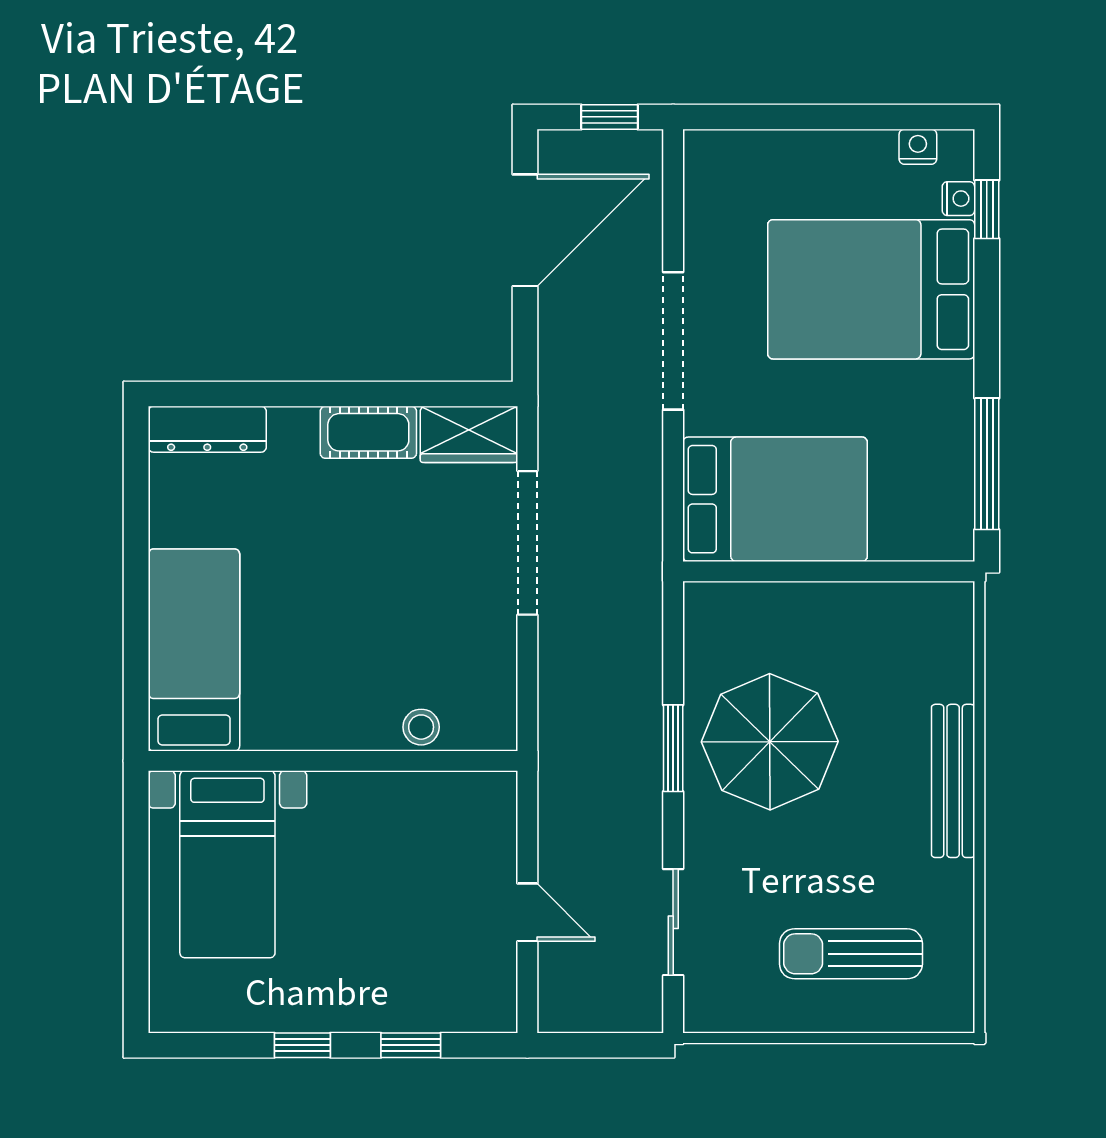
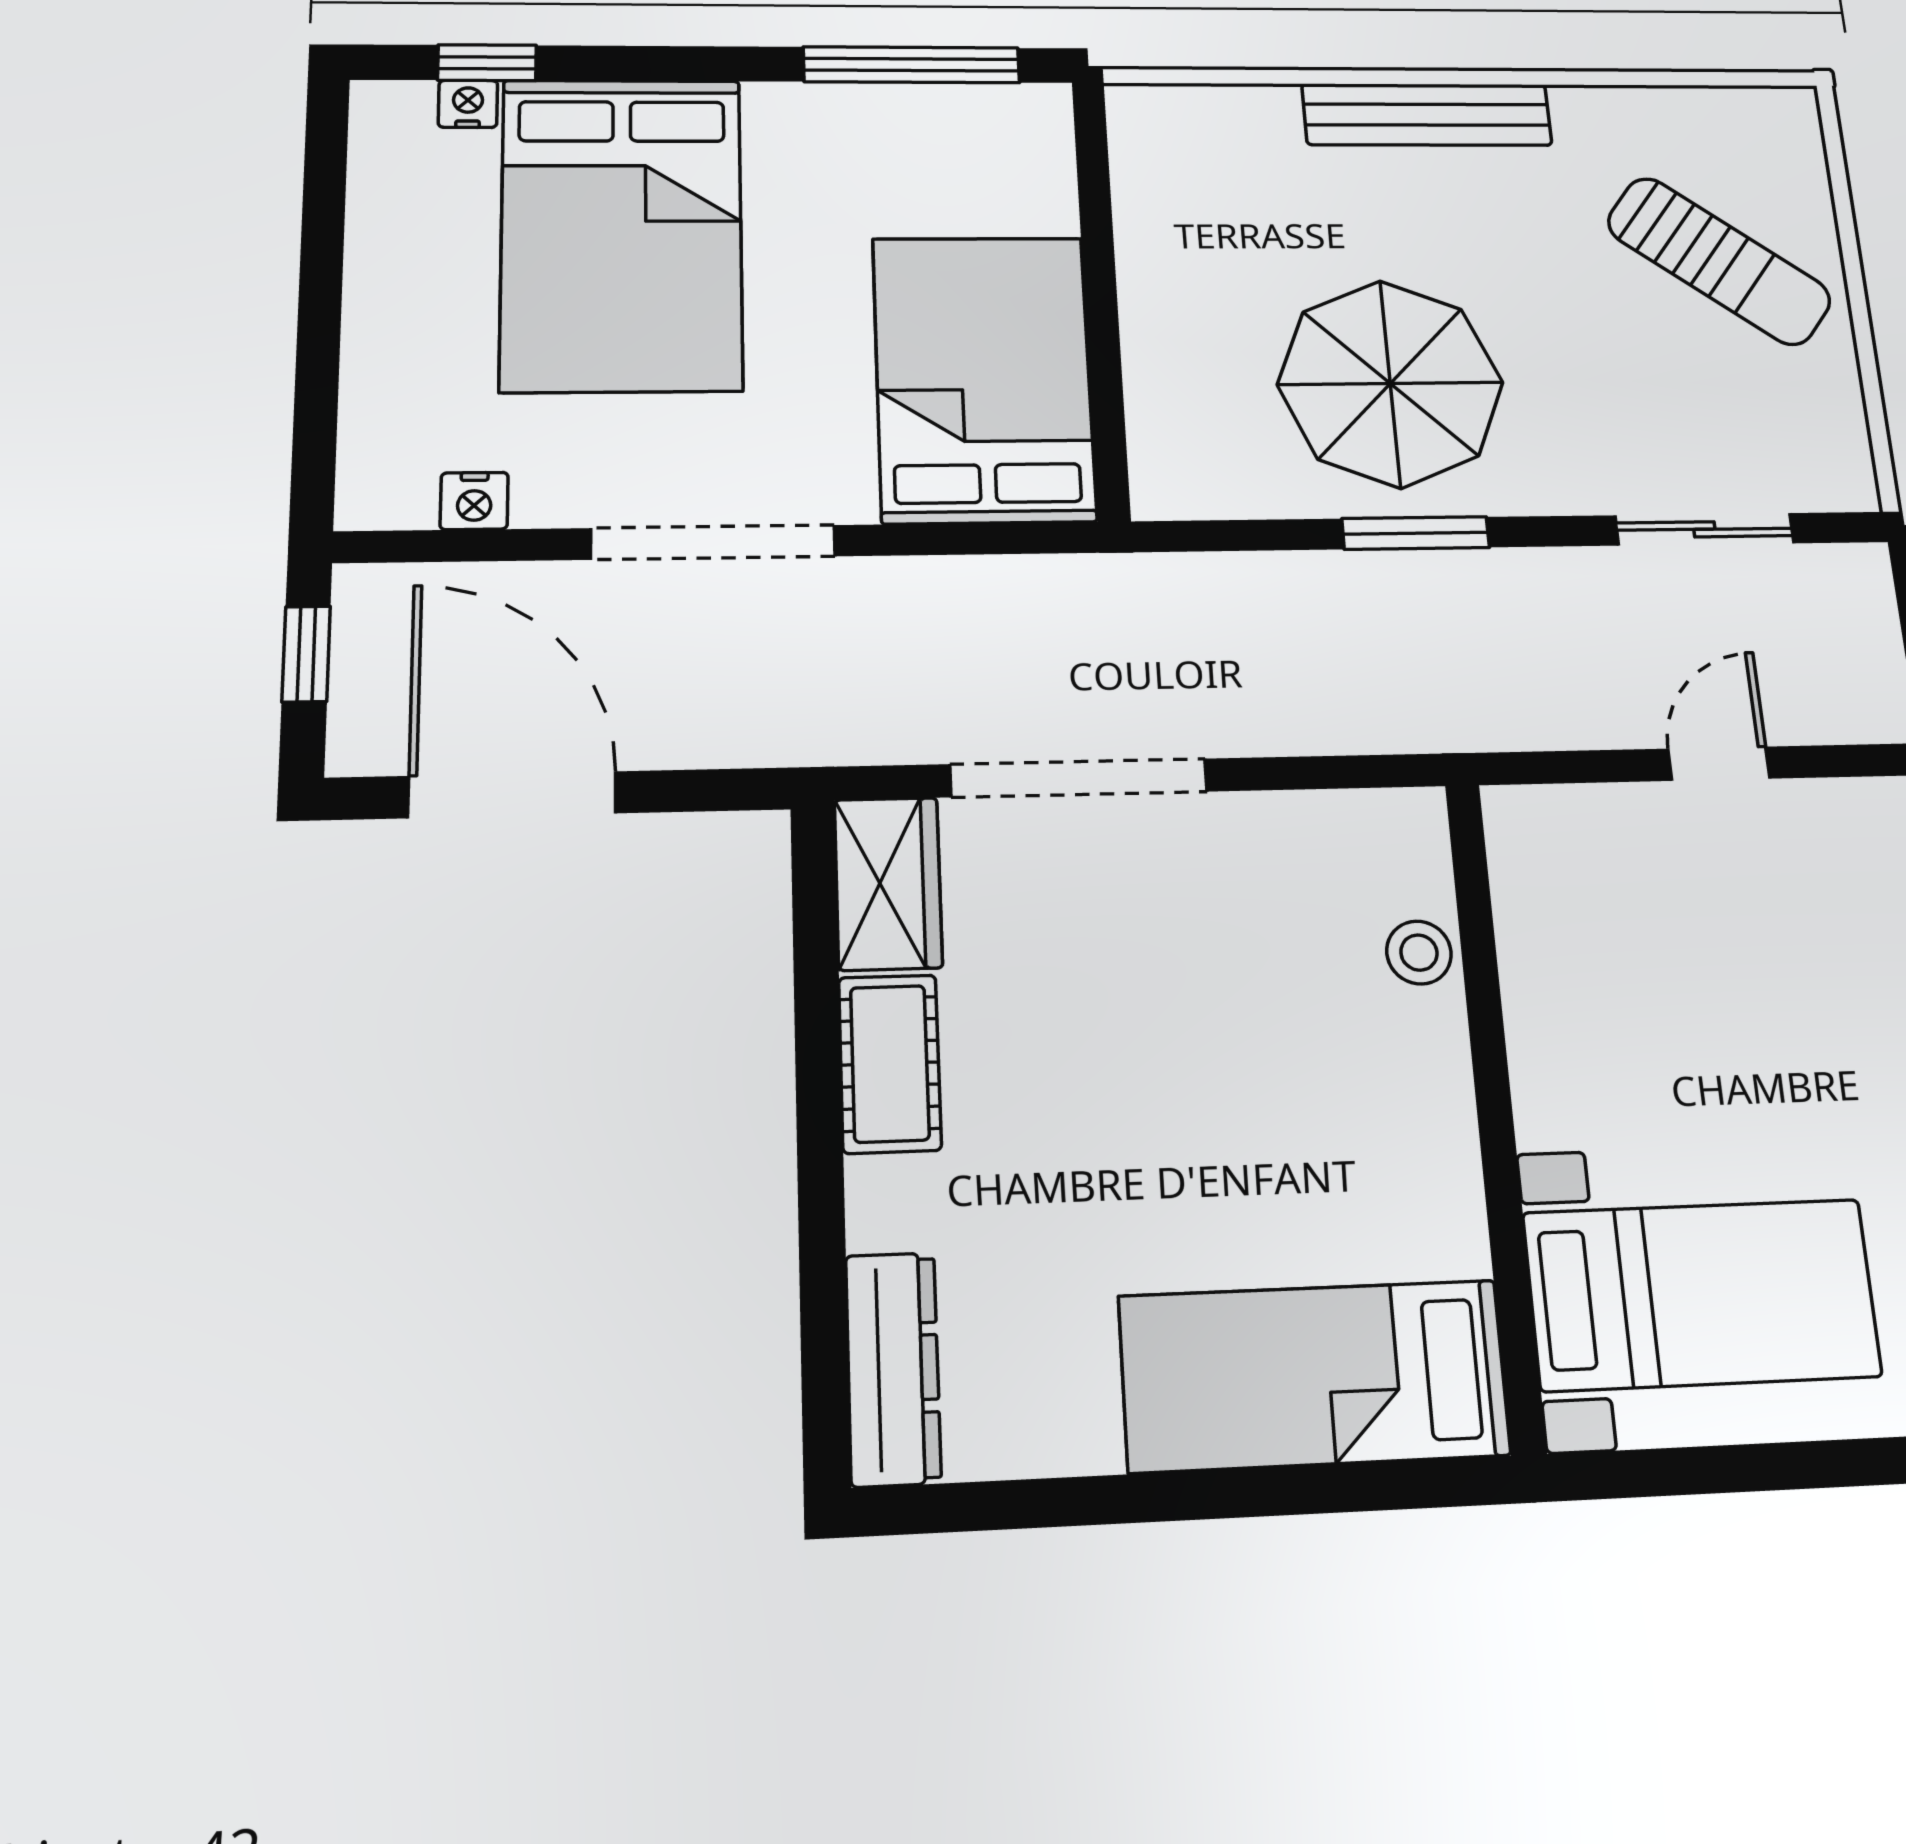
nightstand: (918, 147) -> (474, 501), moved, turned -90
sun lounger: (851, 954) -> (1719, 261), turned -53

